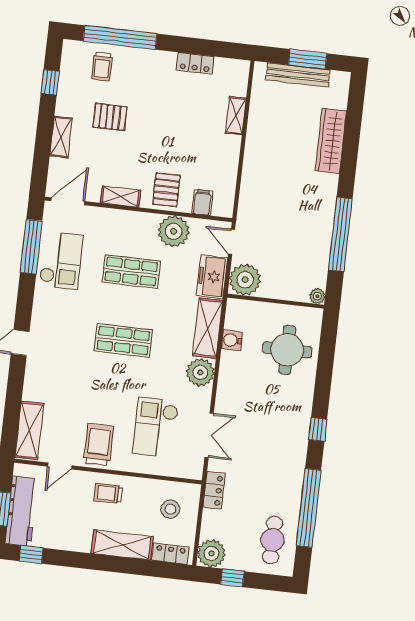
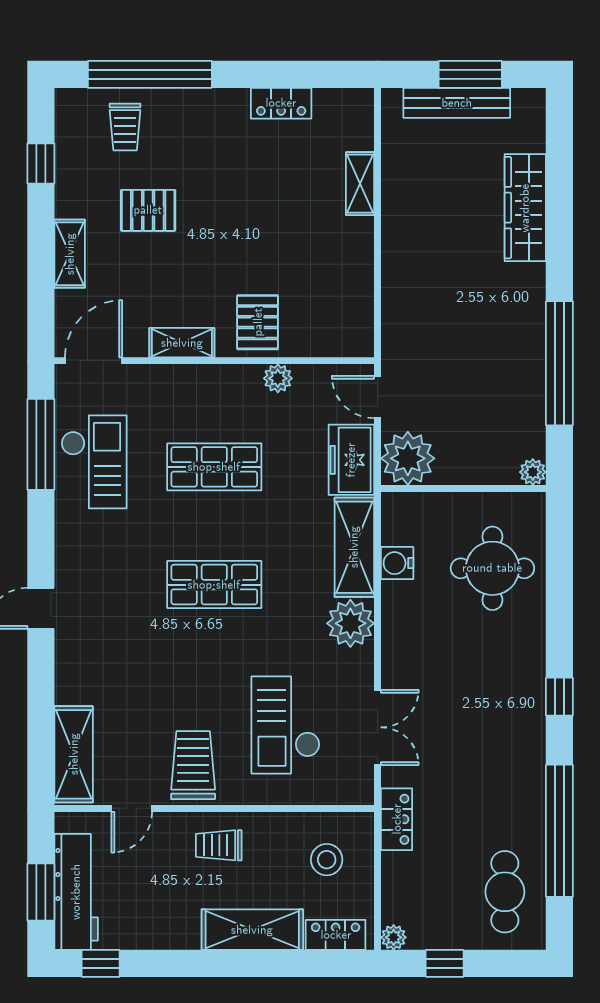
filing cabinet: (202, 202) -> (321, 336), removed
plant: (174, 231) -> (278, 378), width x0.53, depth x0.53
plant: (211, 553) -> (394, 937), width x0.53, depth x0.53

